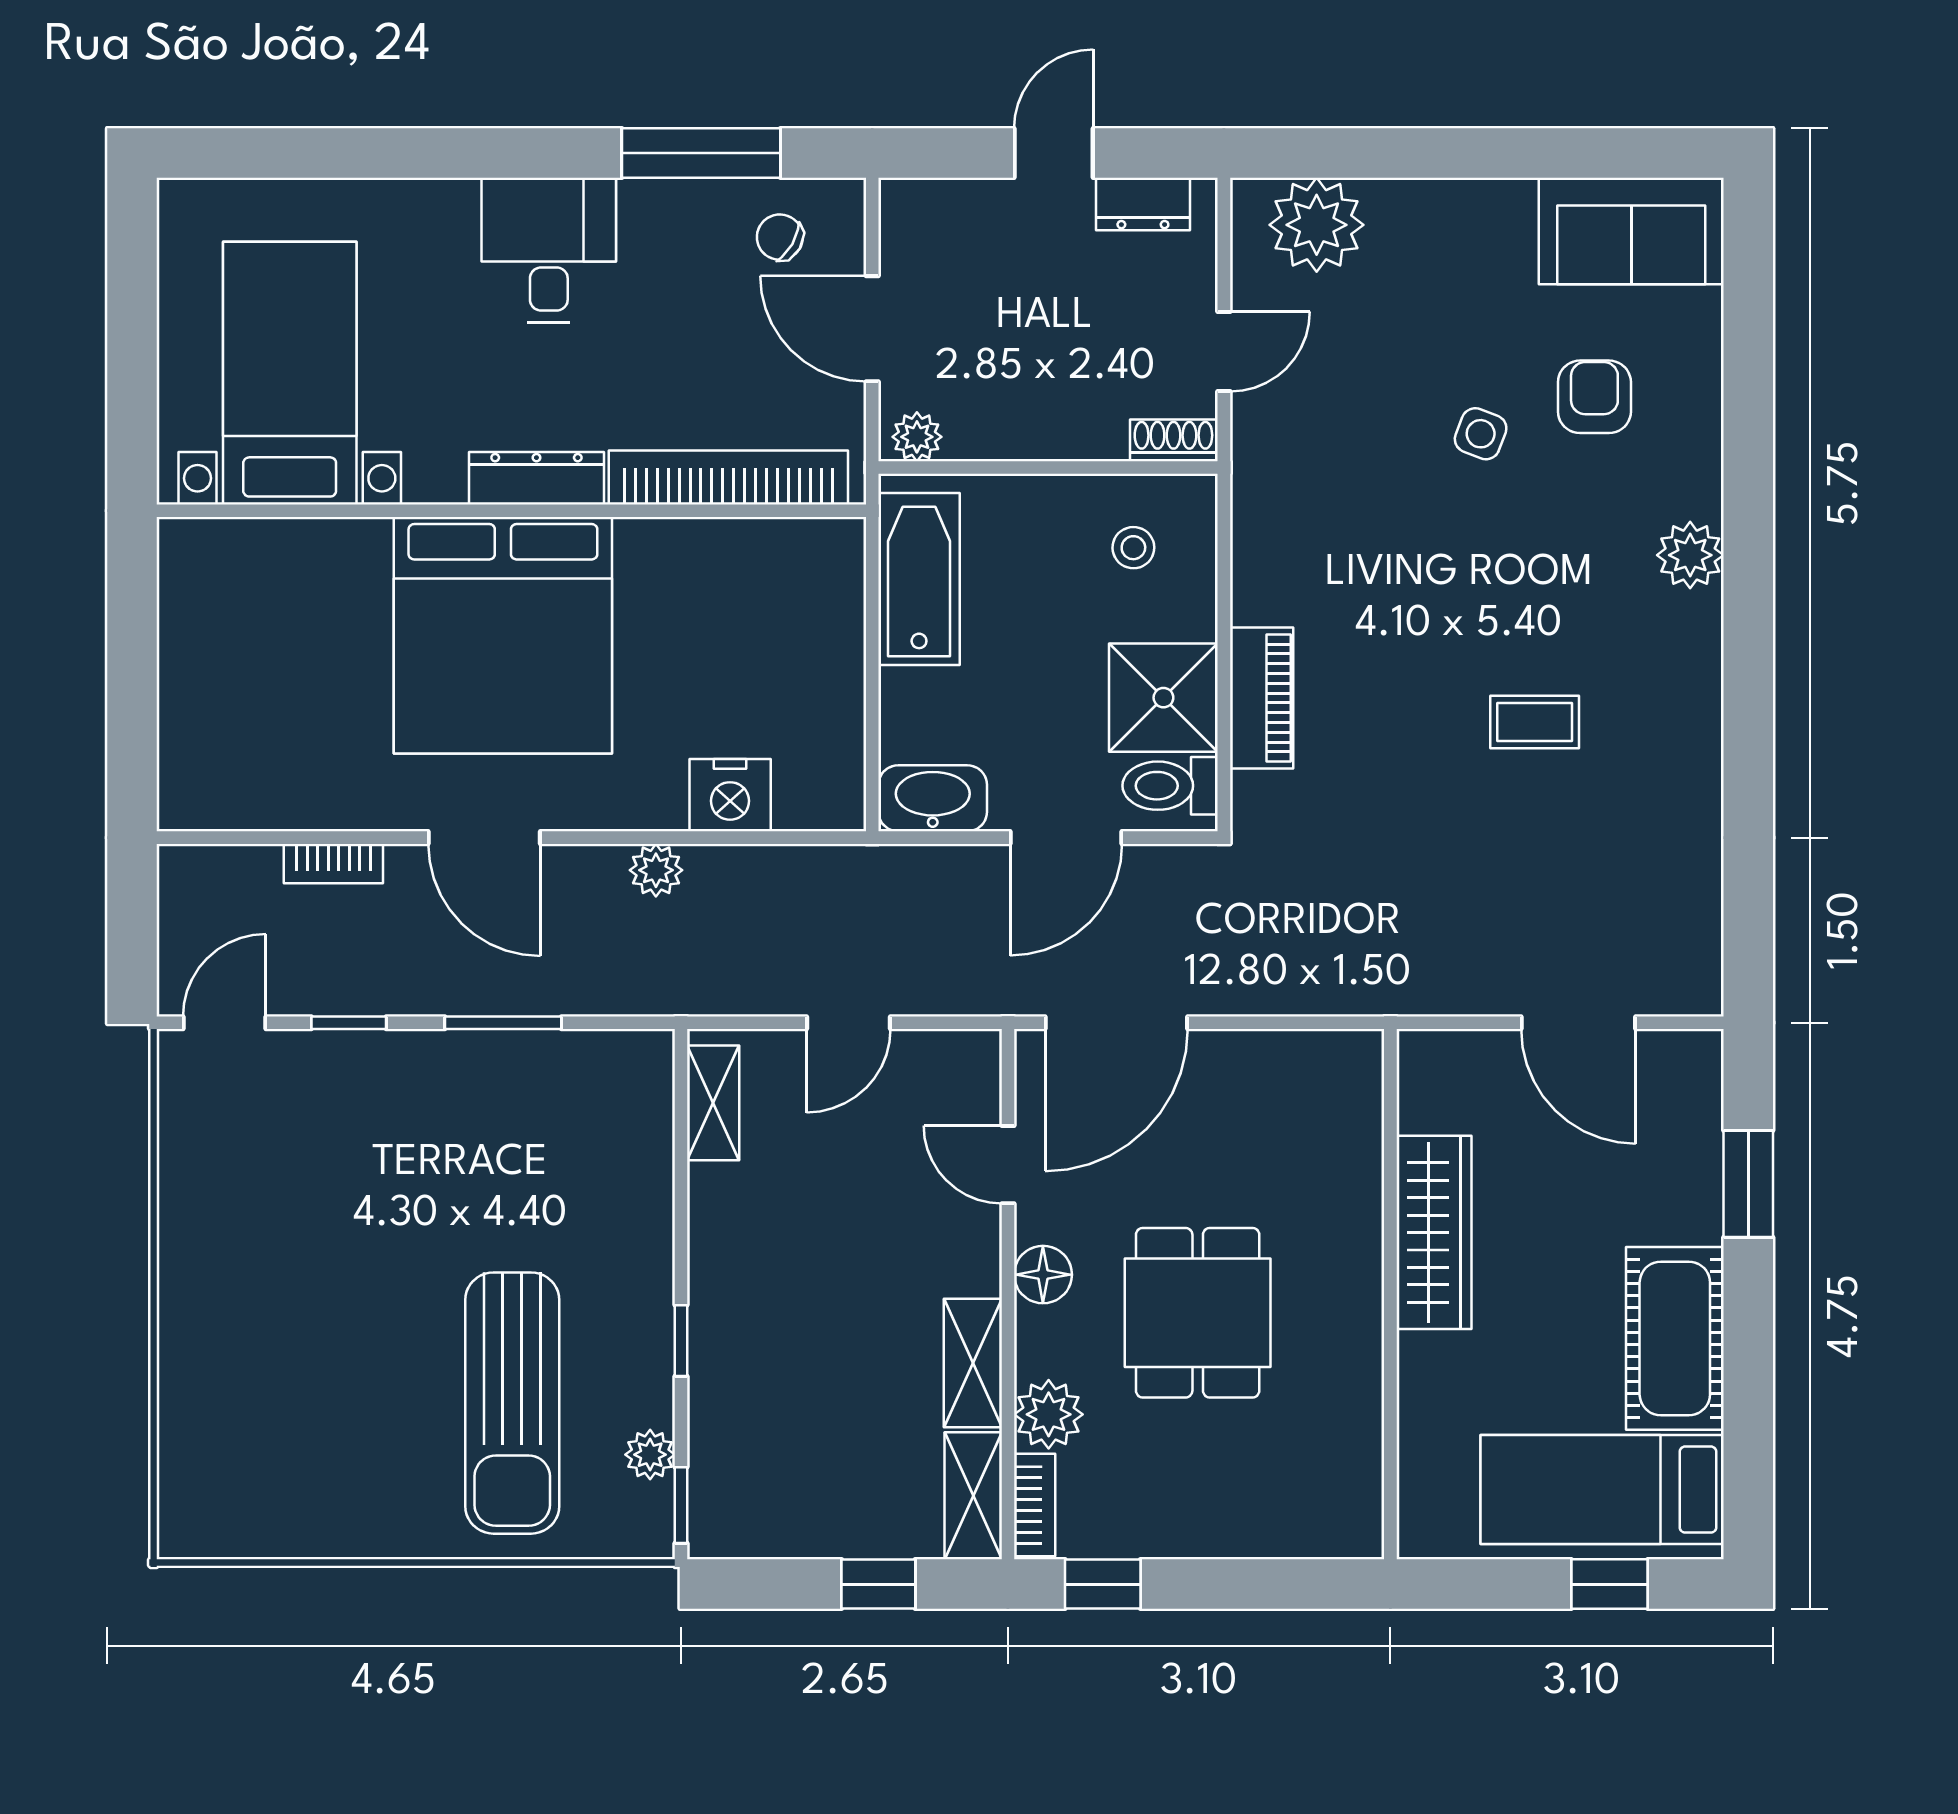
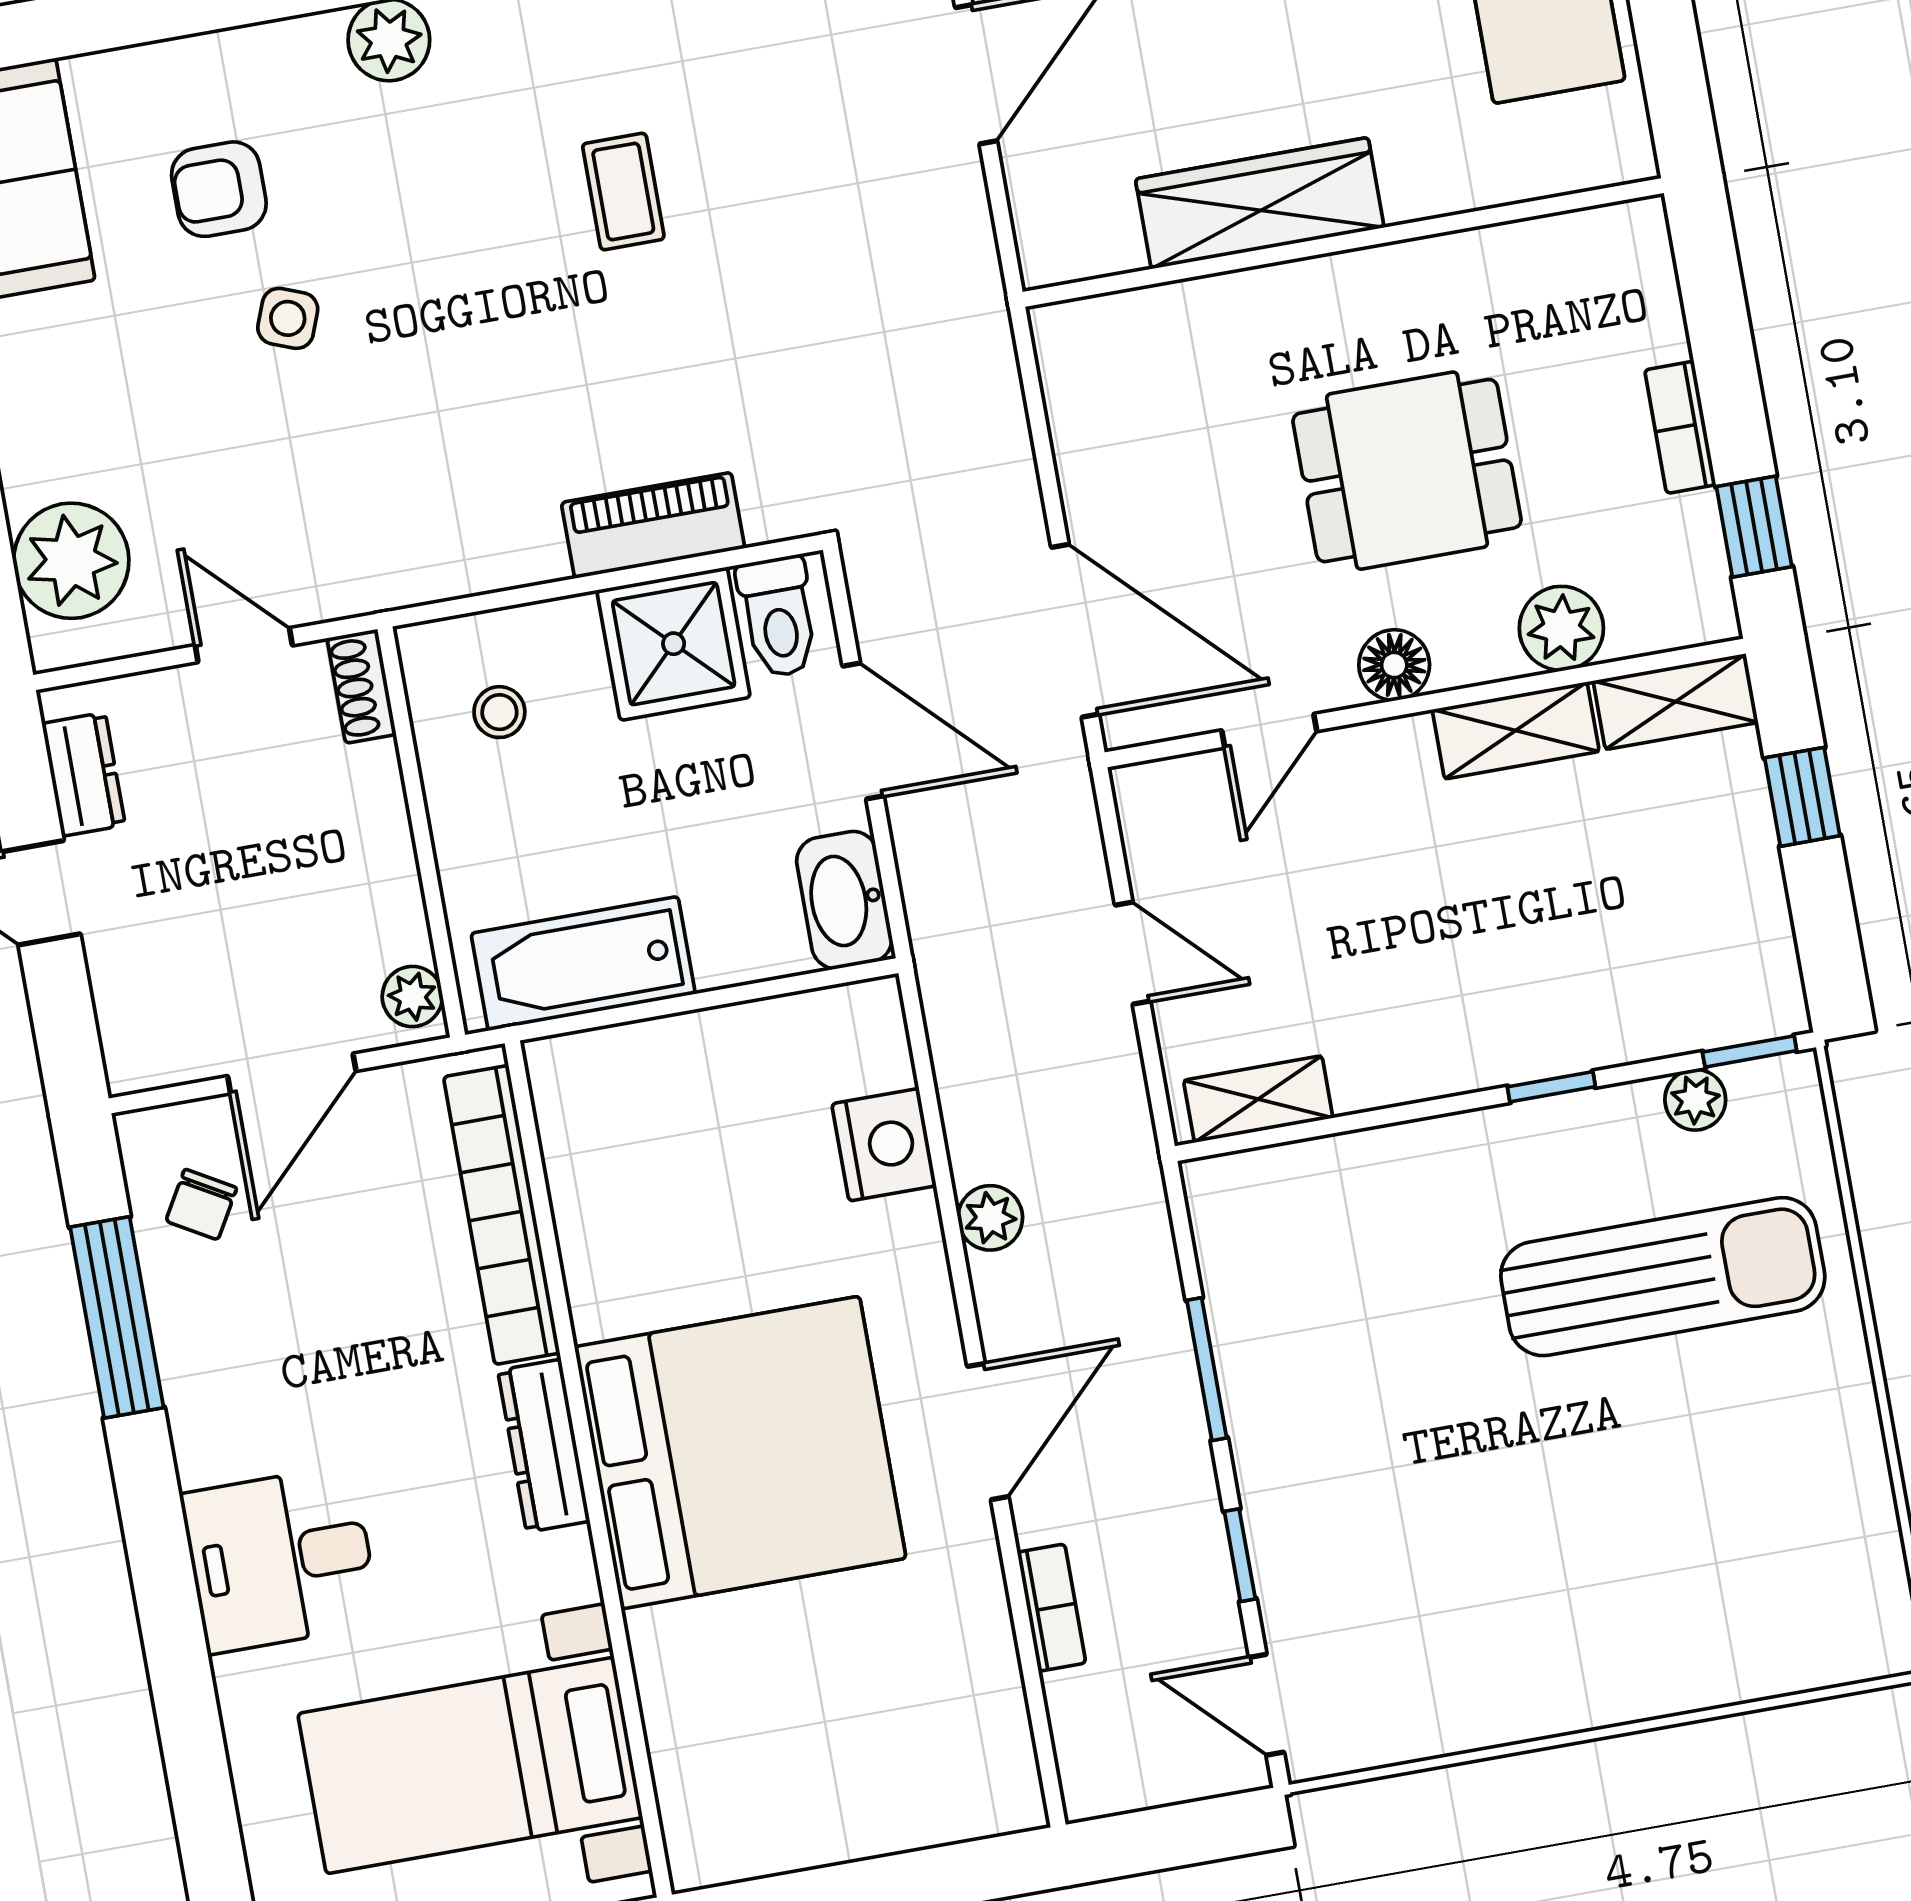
desk: (549, 250) -> (280, 1559), moved
bookcase: (1035, 1505) -> (1680, 427), moved, turned -90

